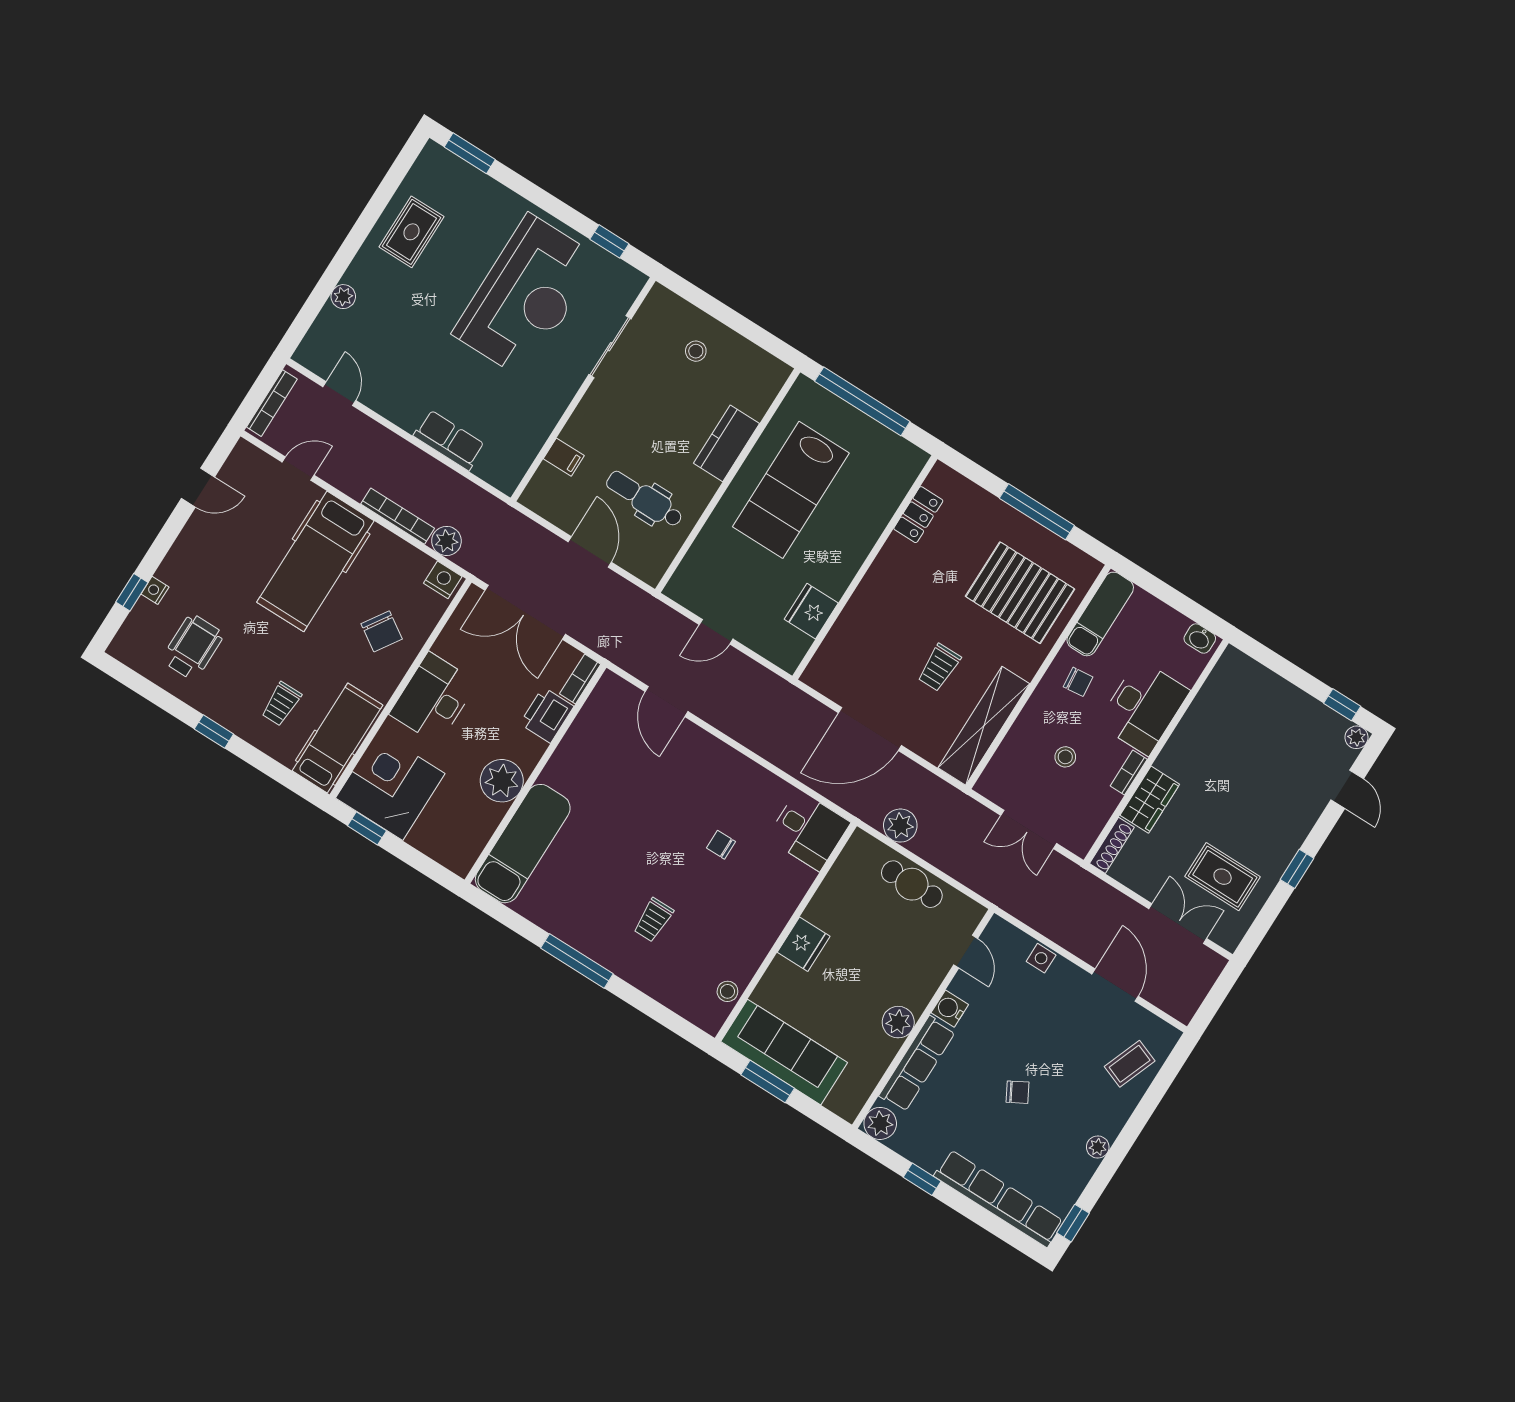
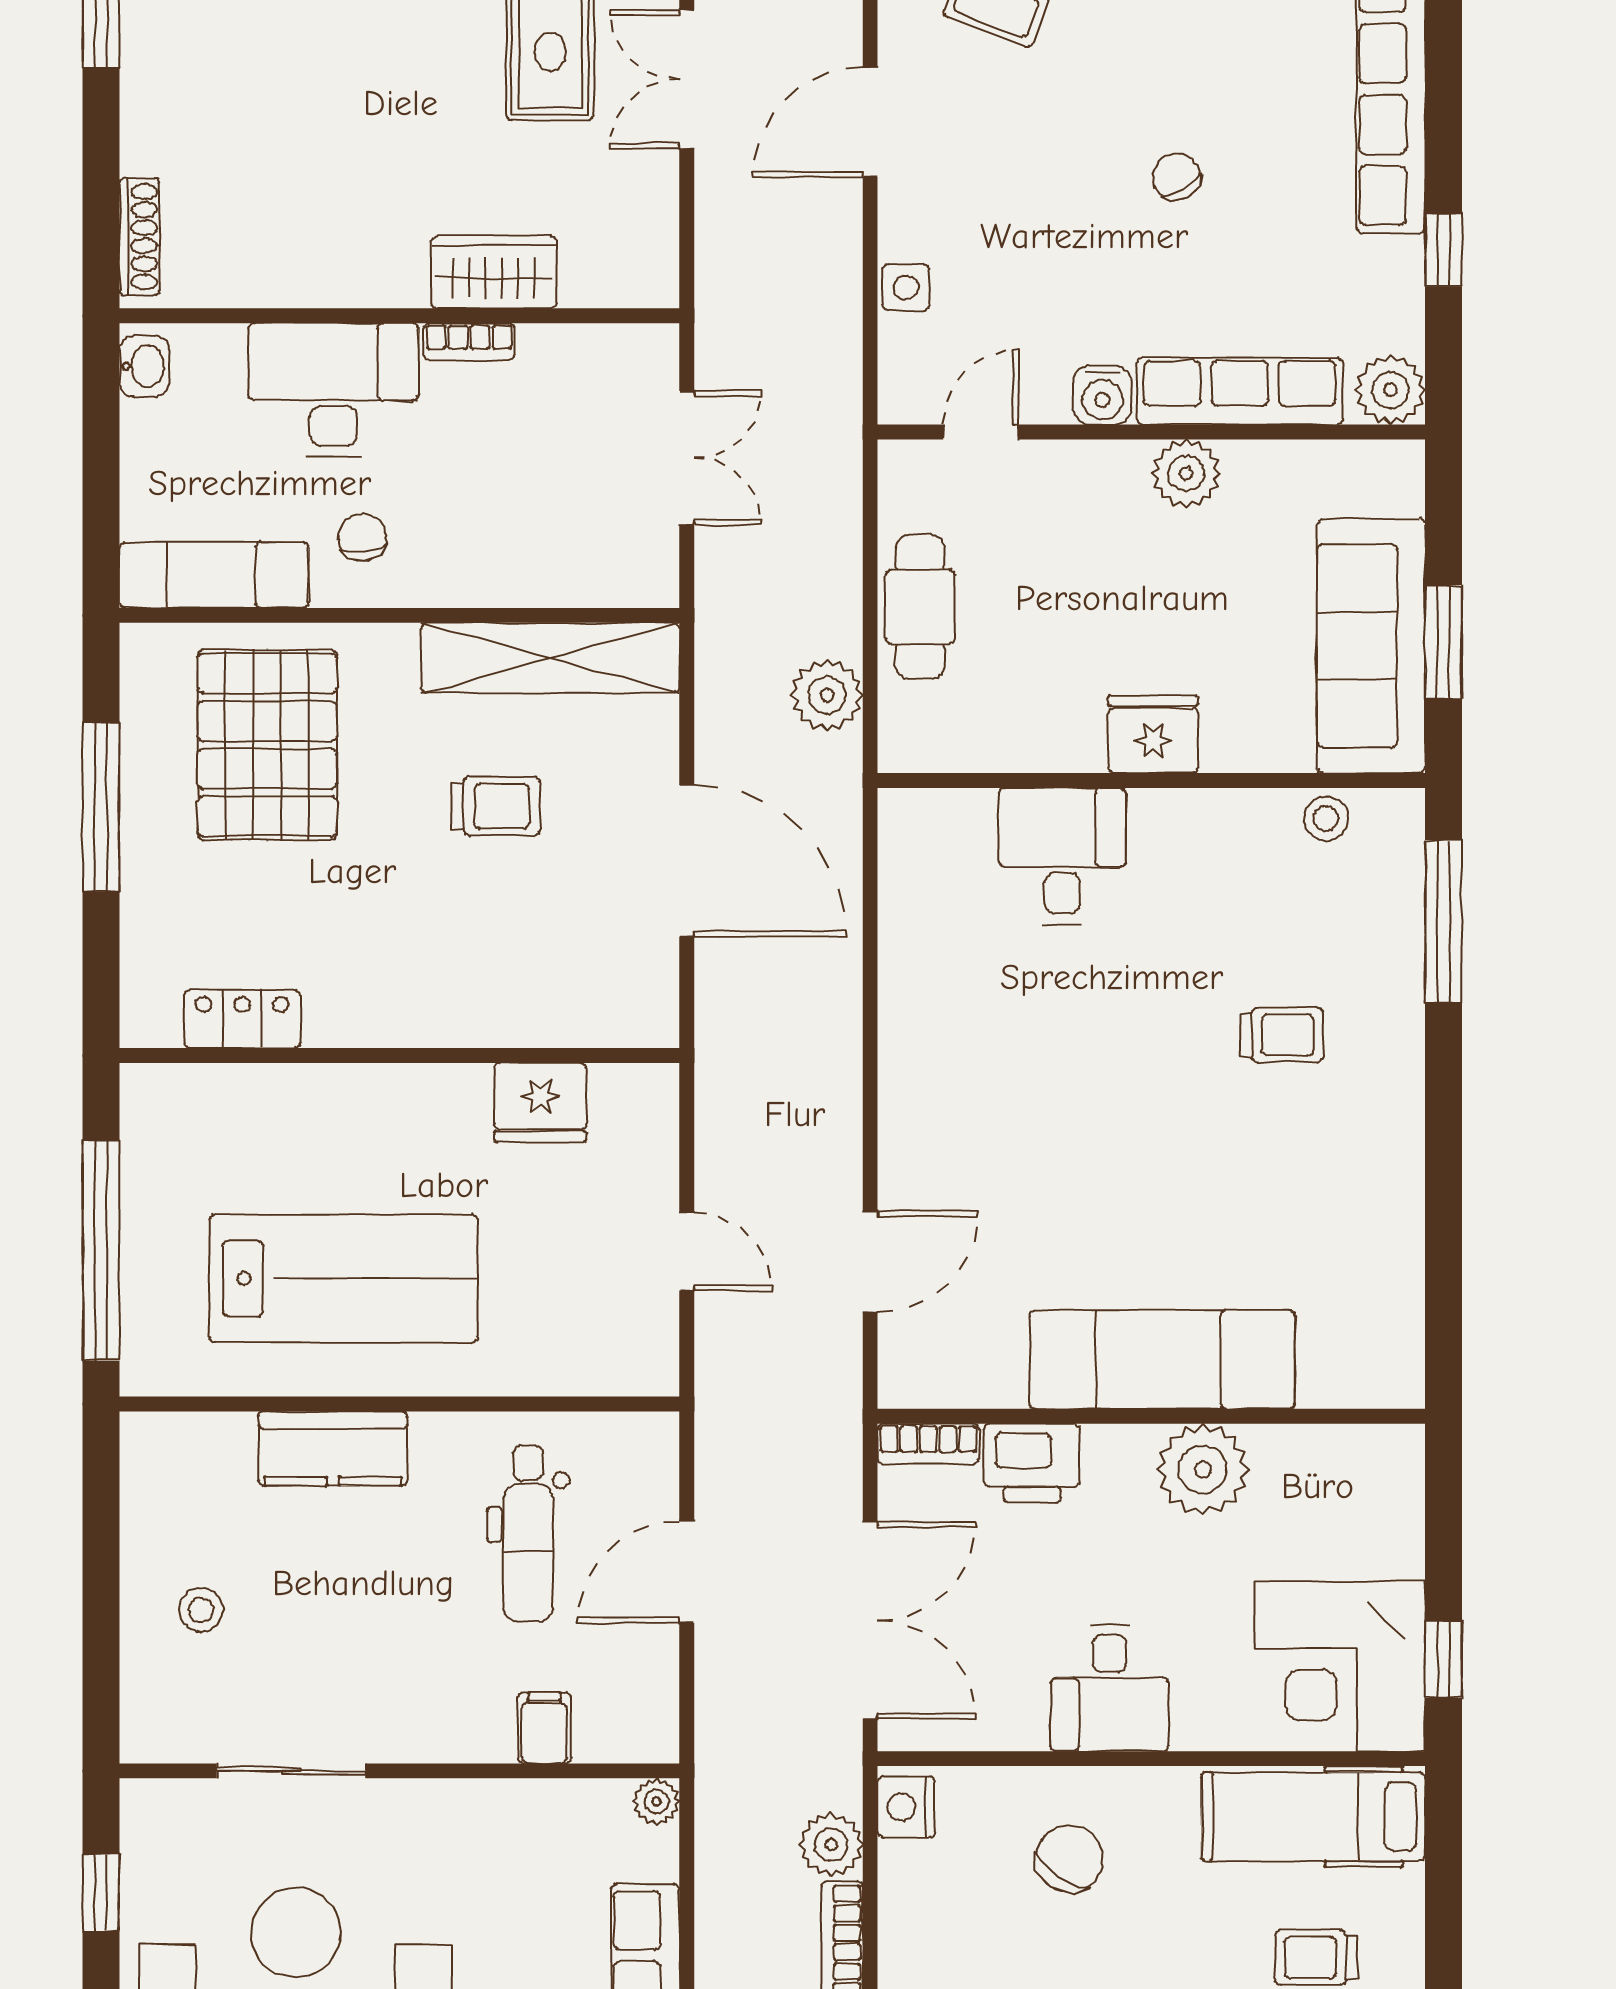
plant: (507, 483) -> (657, 1801), added
desk: (433, 698) -> (1110, 1688), width x0.73
trolley: (281, 704) -> (1316, 1958), turned 180
stool: (1065, 757) -> (513, 474), removed
desk: (808, 830) -> (1062, 856), moved
exam couch: (523, 844) -> (1162, 1359), moved
chair: (721, 845) -> (1067, 998), removed
shoe rack: (1112, 845) -> (139, 237), moved, turned 90
window: (577, 961) -> (1444, 922), moved

